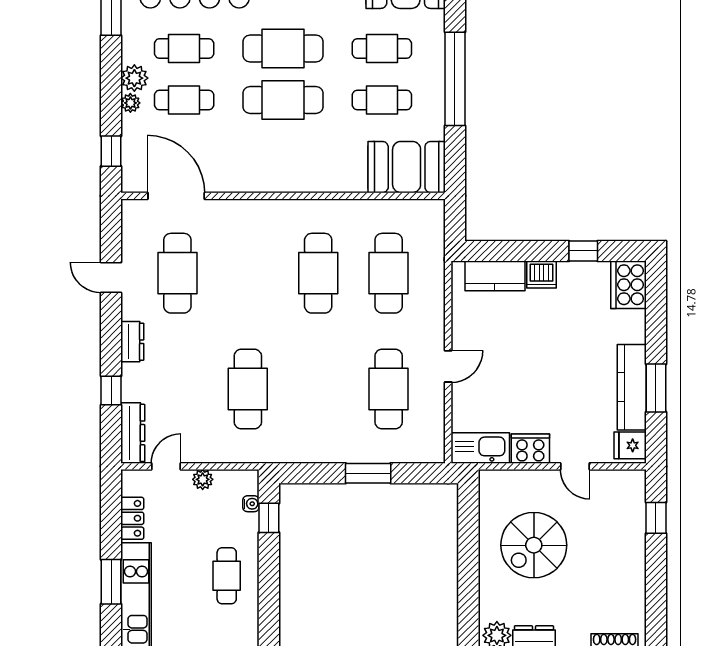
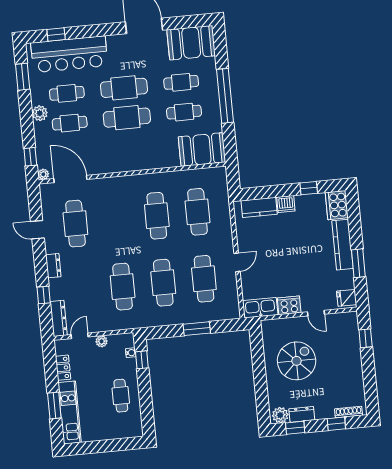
plant: (130, 103) -> (43, 174), moved
kitchen counter: (632, 387) -> (342, 245), moved
cafe table: (318, 389) -> (163, 283), added
spiral stairs: (534, 545) -> (297, 361), turned 180

